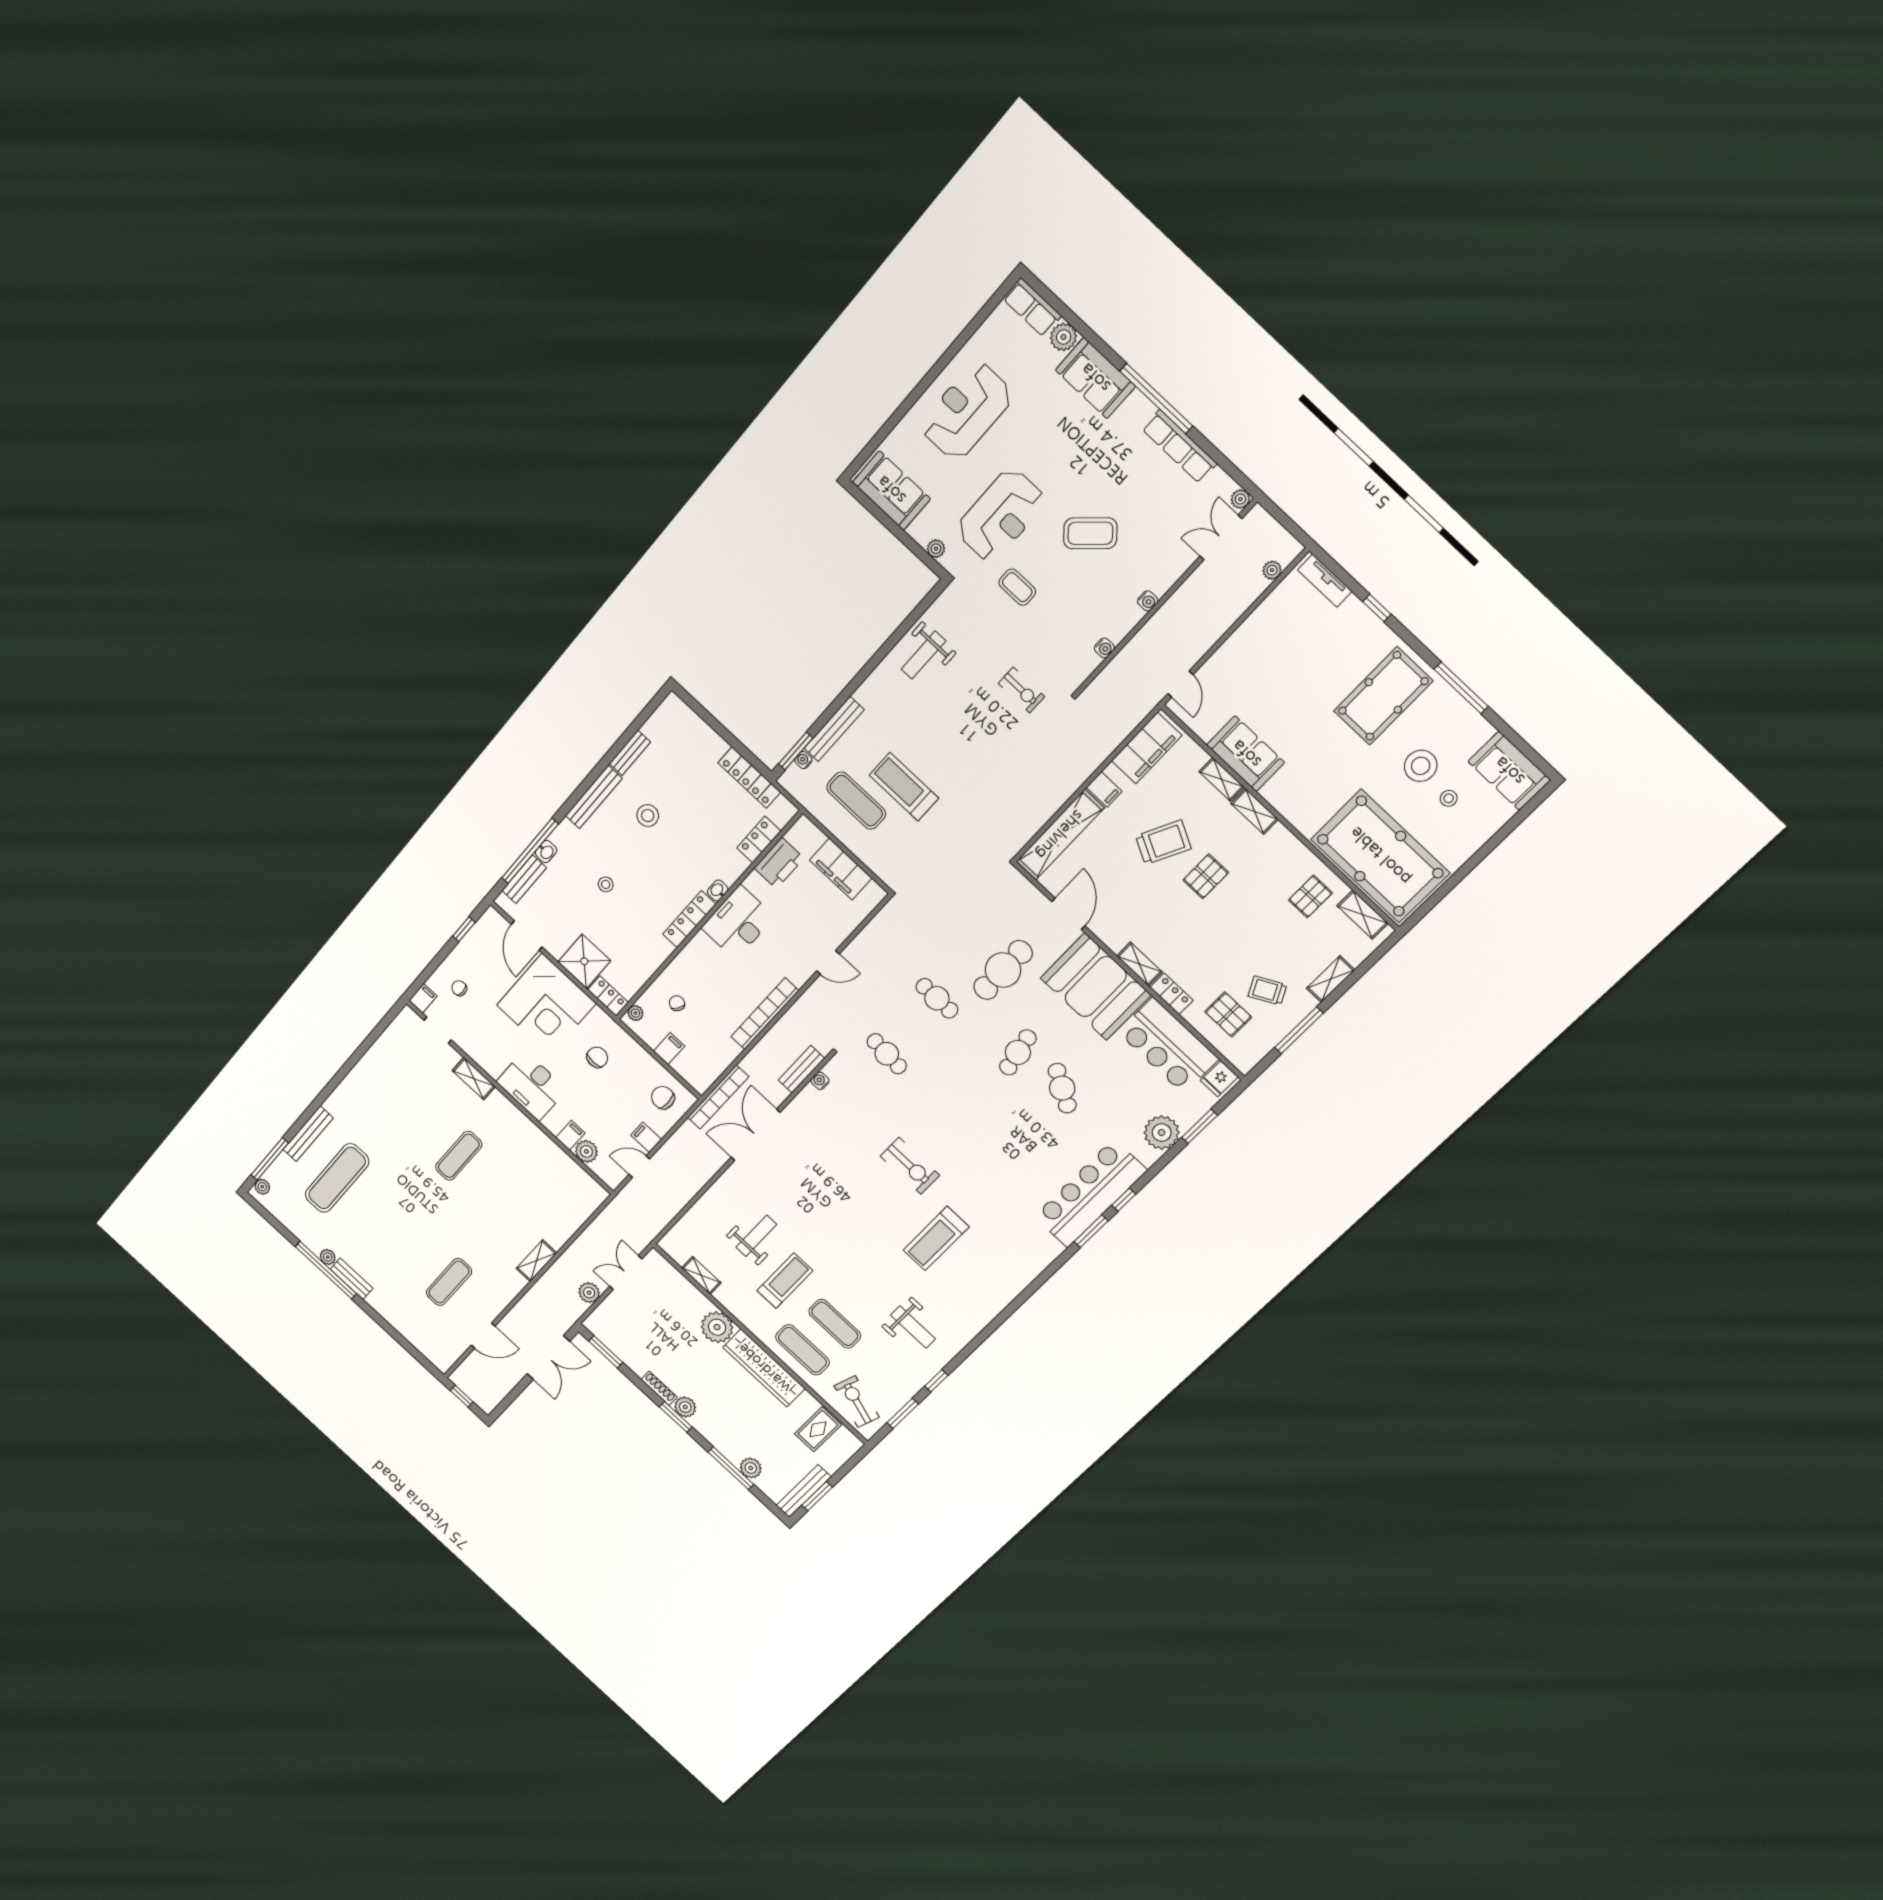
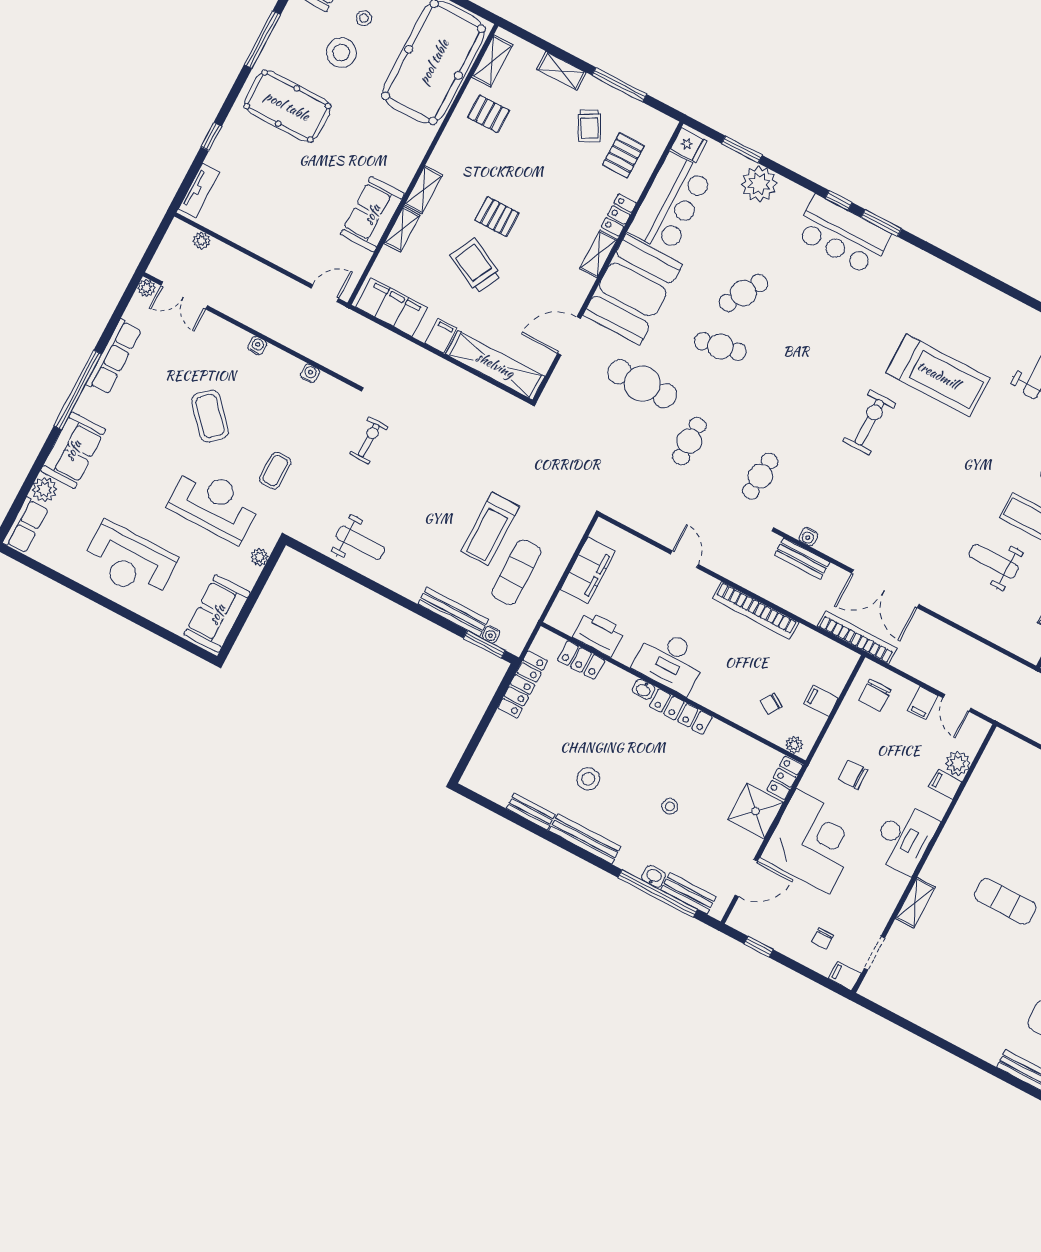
bar counter: (1090, 1193) -> (842, 235), width x0.73
treadmill: (936, 1239) -> (938, 375), width x1.37, depth x1.38

